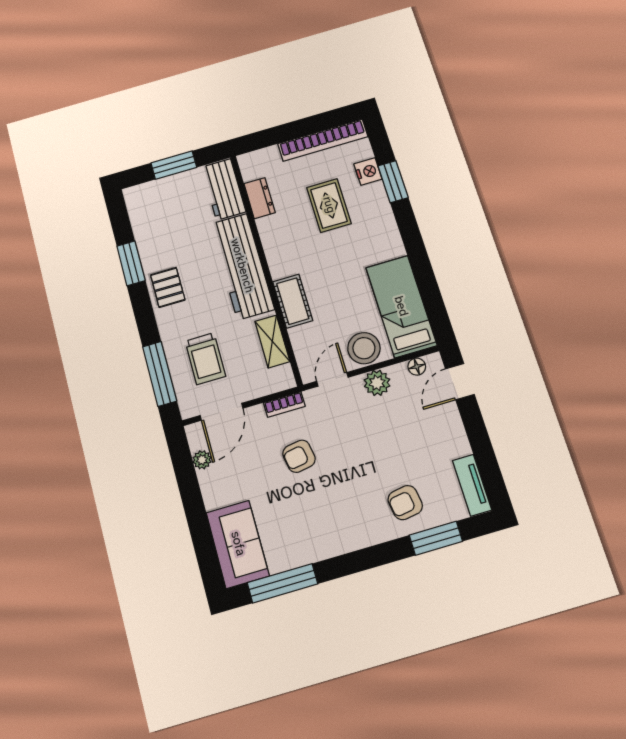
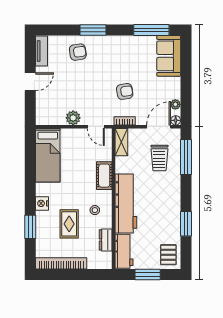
nightstand: (368, 172) -> (42, 203), moved
pallet: (168, 287) -> (168, 255), moved
shelving: (272, 341) -> (121, 142), moved
stool: (364, 348) -> (95, 210), moved, width x0.53, depth x0.53
trolley: (205, 359) -> (159, 158), turned 180
floor lamp: (417, 367) -> (176, 120), moved
door: (332, 379) -> (96, 127), hinge flipped
door: (460, 382) -> (30, 82), moved
window: (436, 538) -> (93, 30), moved

